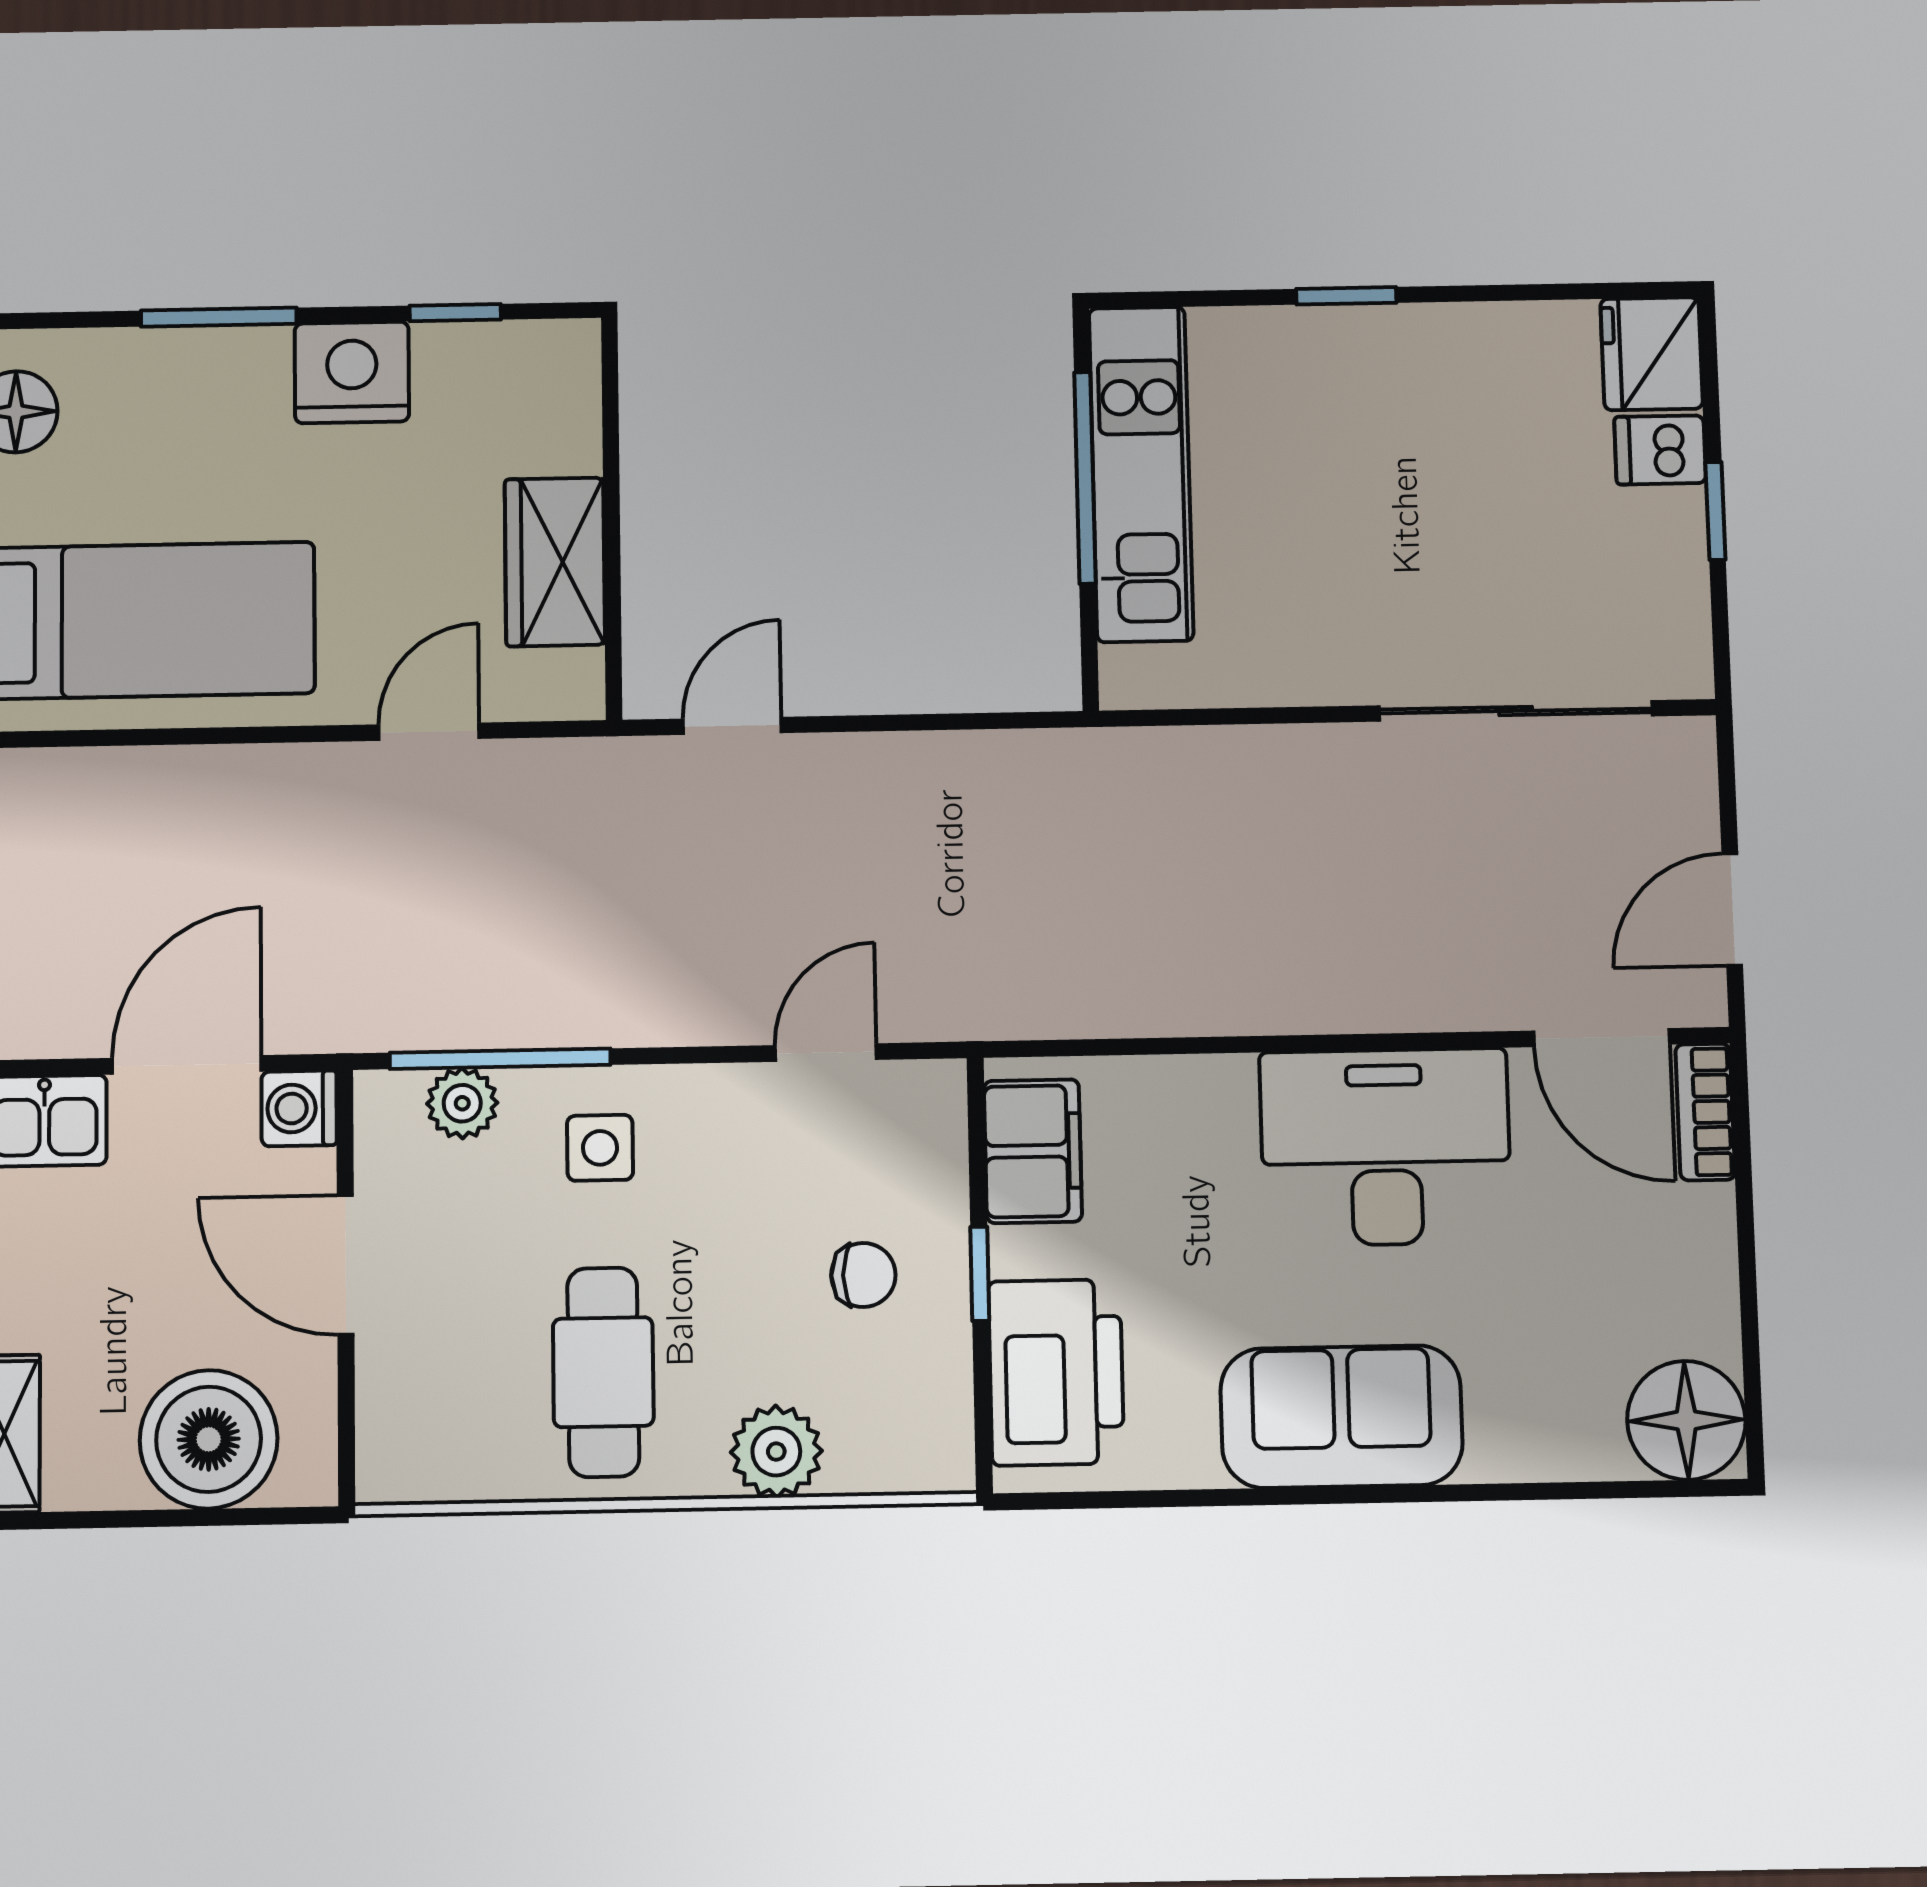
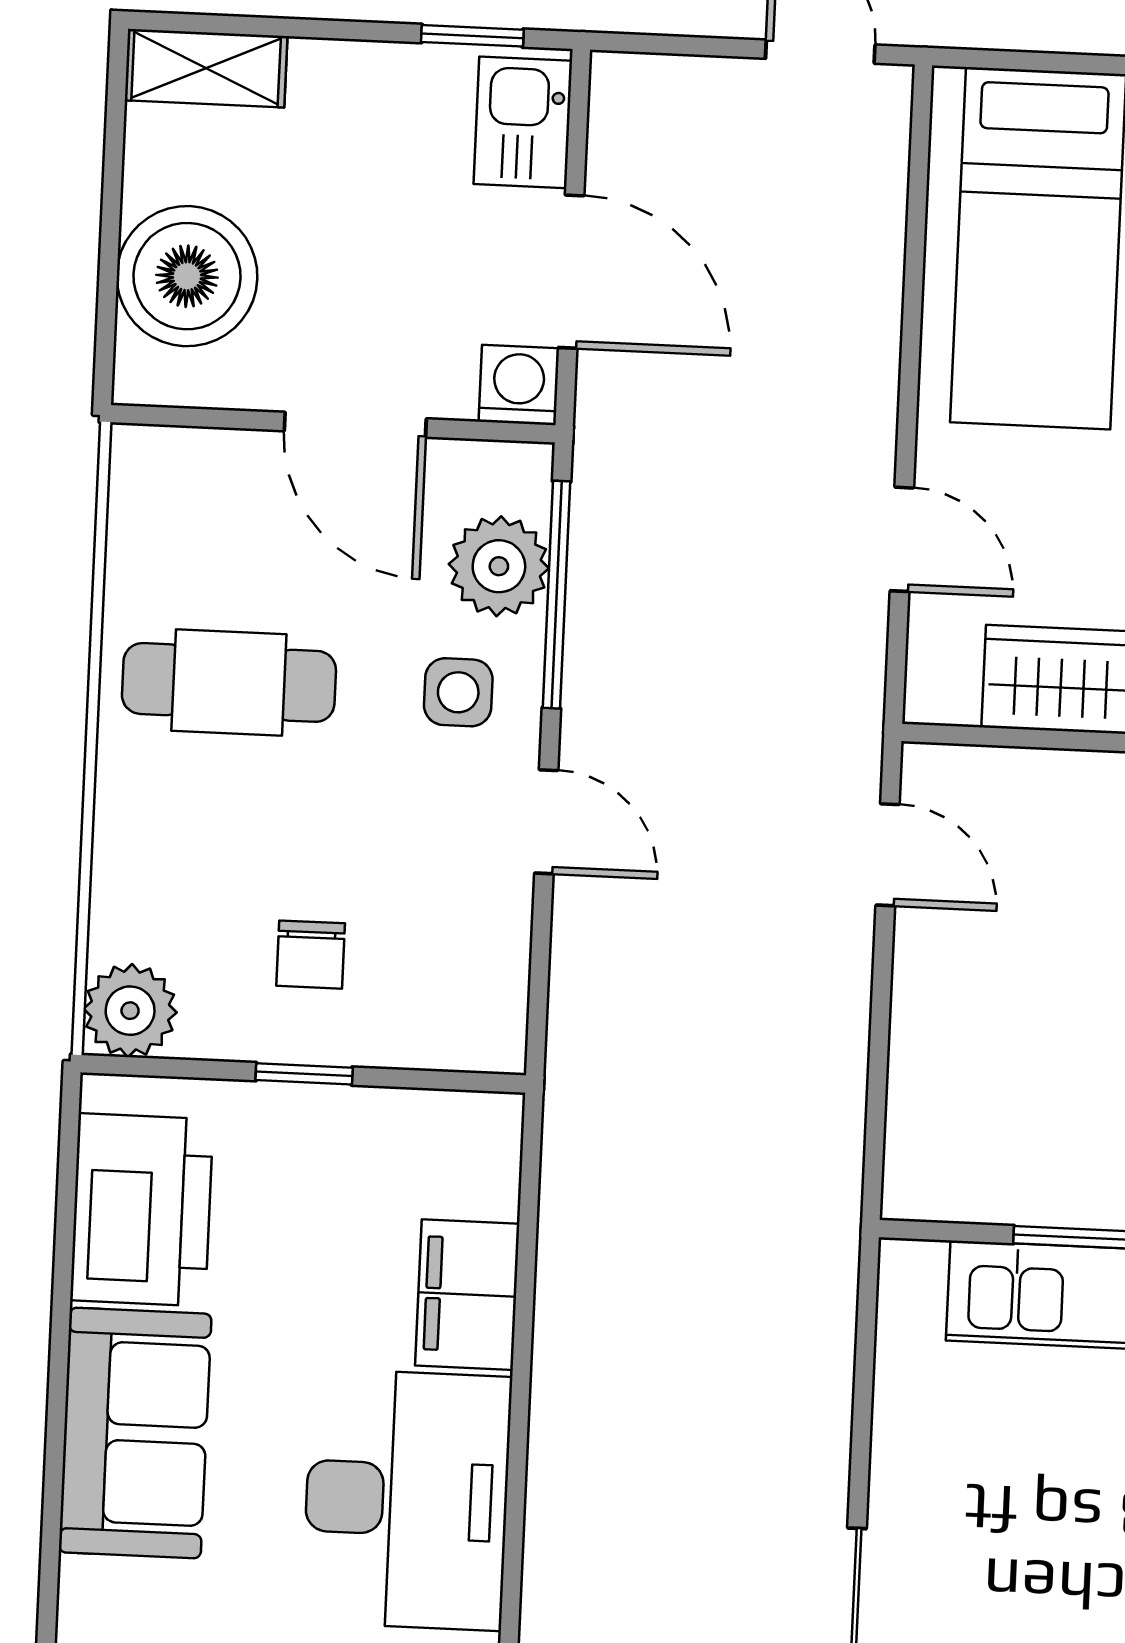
door: (826, 1053) -> (546, 822), moved
plant: (462, 1103) -> (499, 566), width x1.38, depth x1.38
filing cabinet: (1033, 1151) -> (467, 1295), moved, turned 90
door: (346, 1265) -> (355, 425), swing flipped
printer: (1056, 1372) -> (142, 1210), moved, turned -90
plant: (776, 1452) -> (130, 1011), moved

